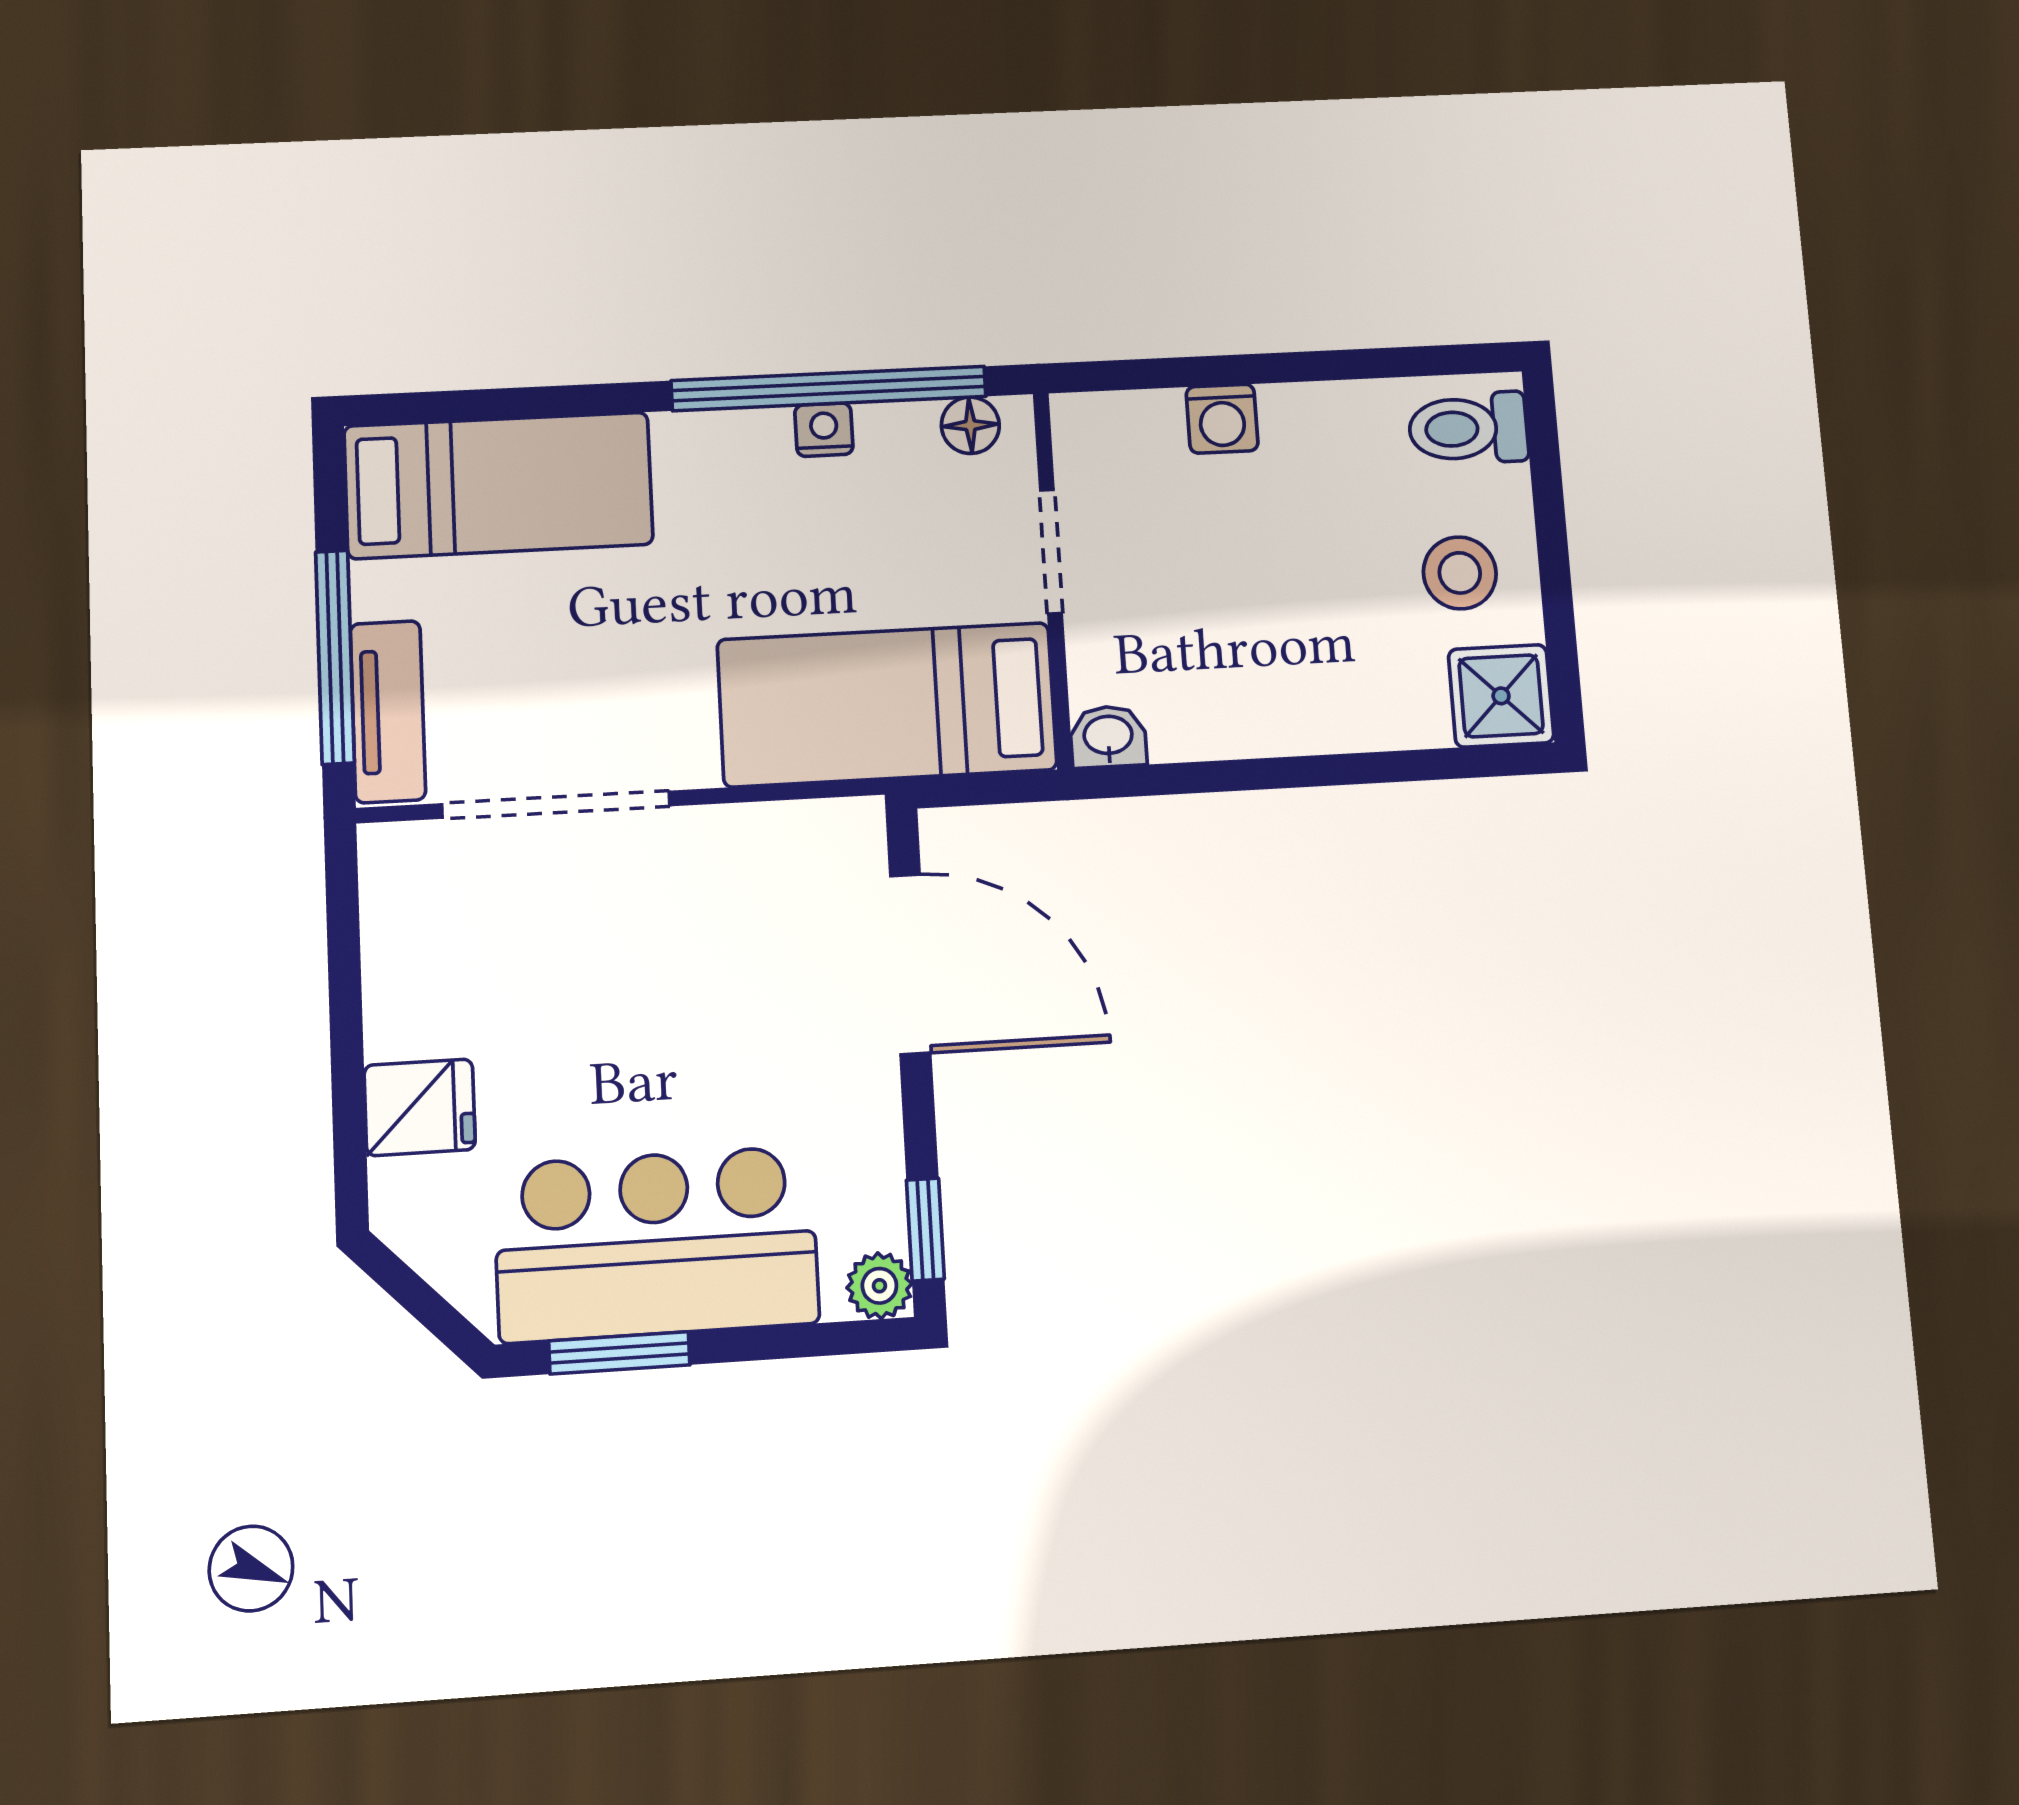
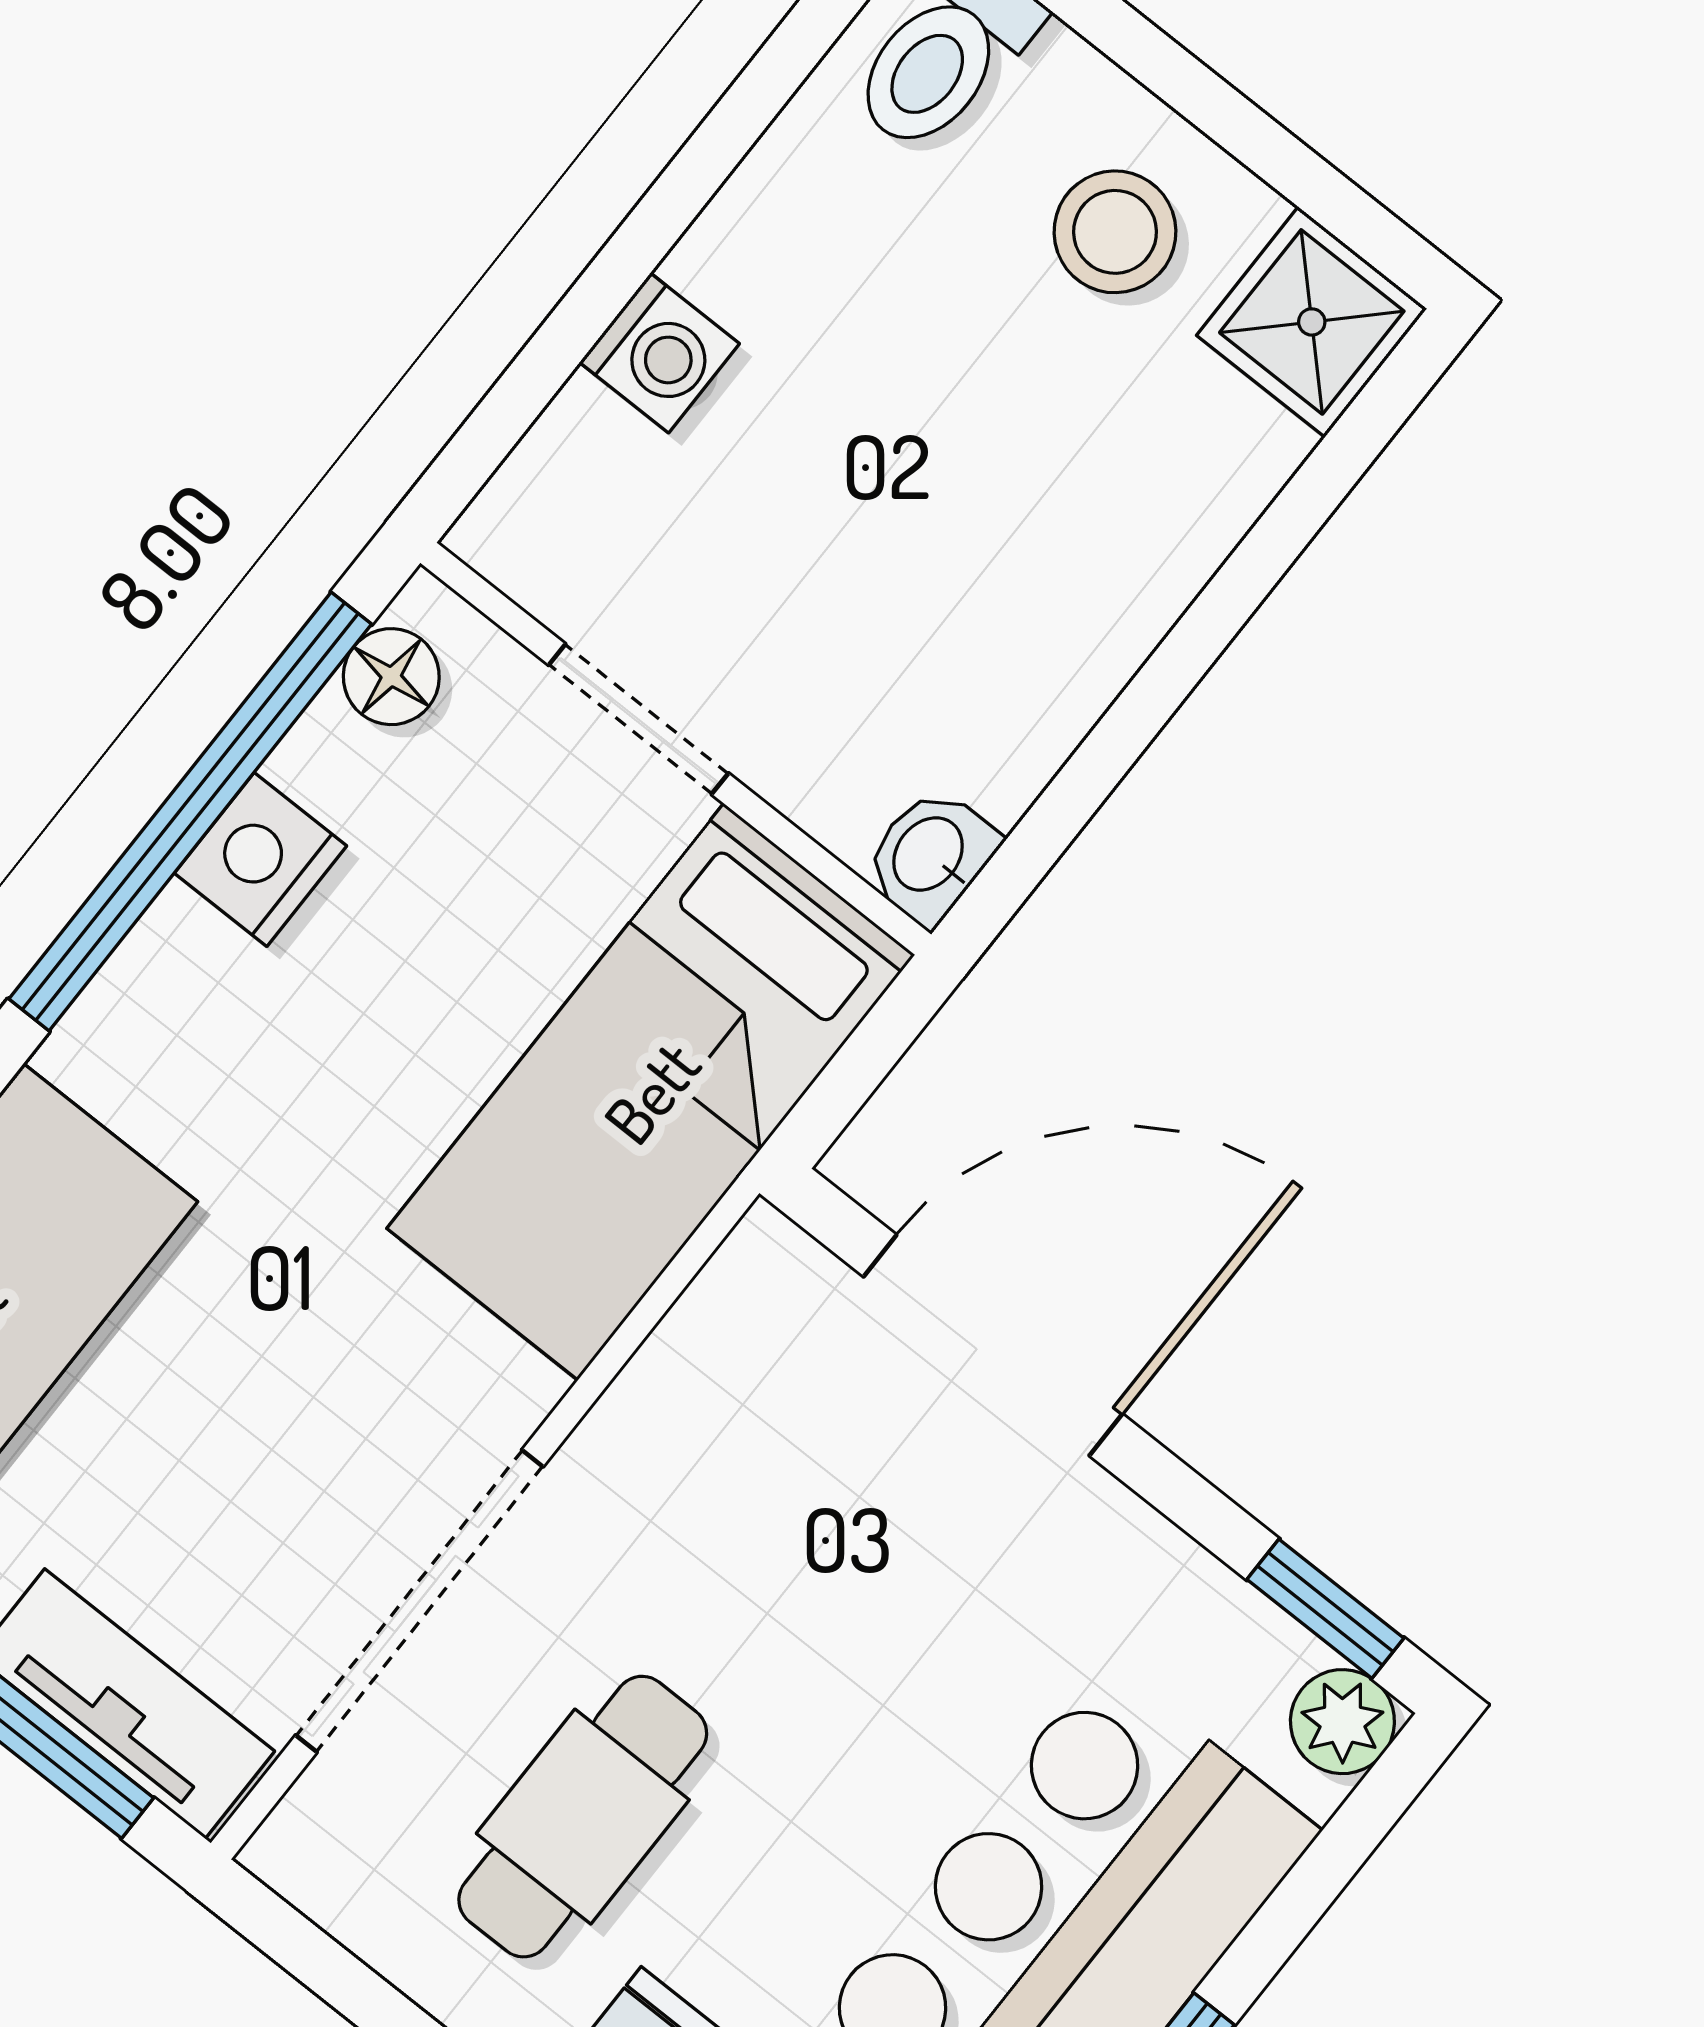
nightstand: (824, 430) -> (260, 859), width x1.39, depth x1.35
cafe table: (520, 969) -> (583, 1817), added

